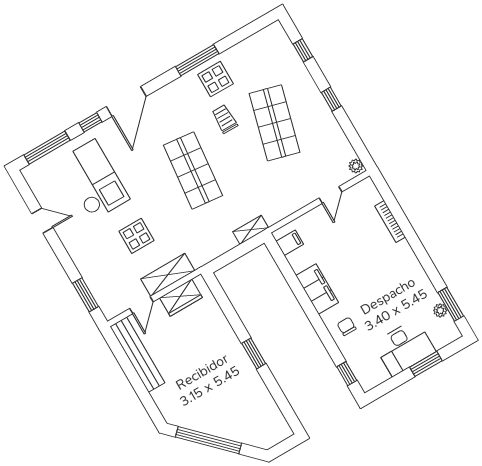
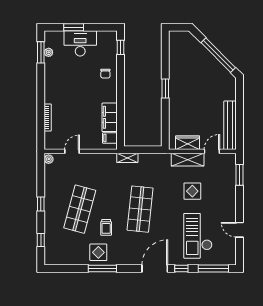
filing cabinet: (317, 289) -> (110, 117), moved

